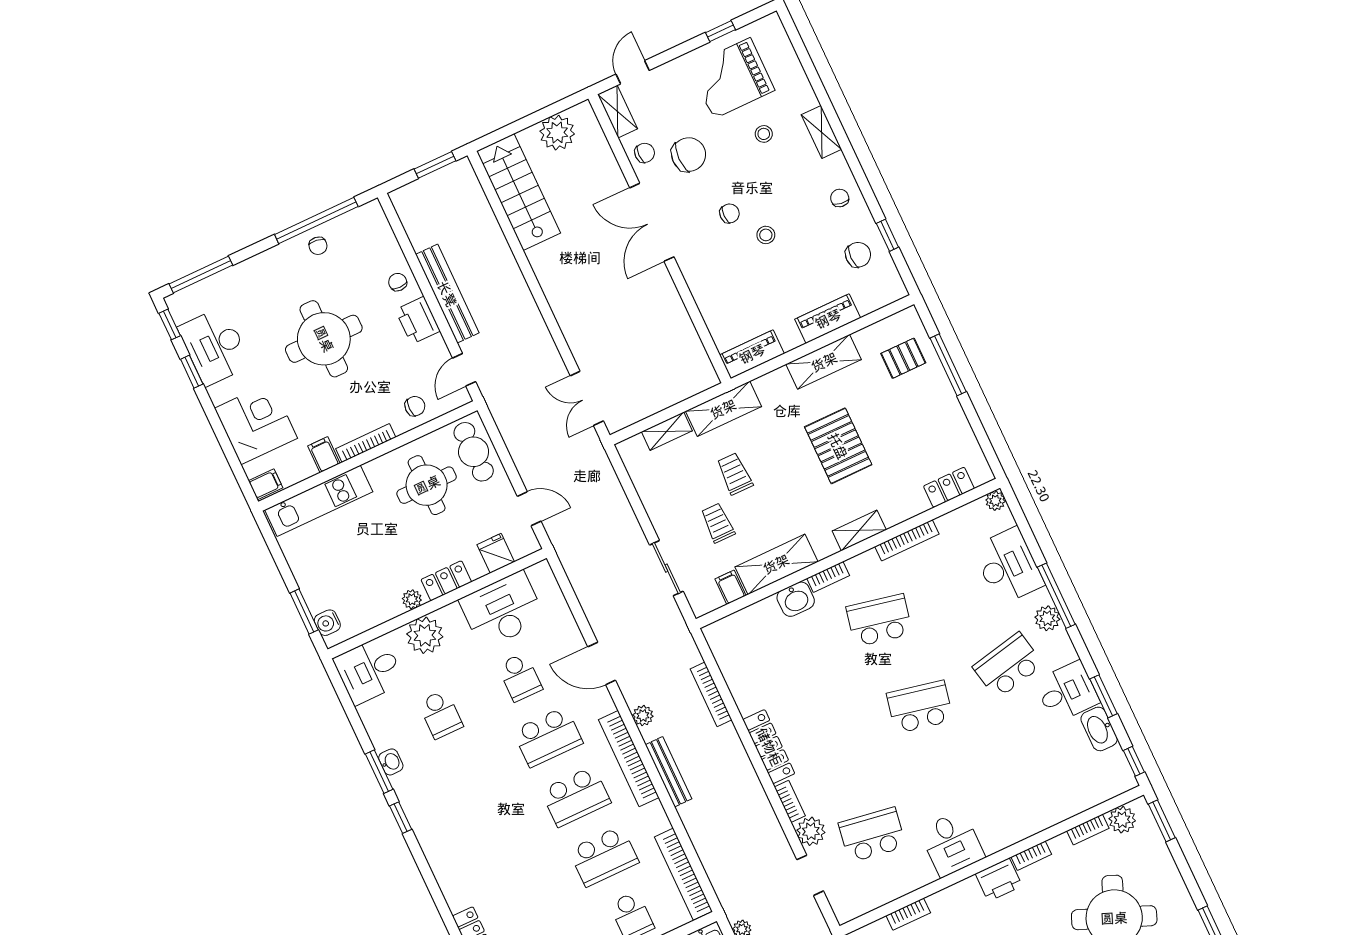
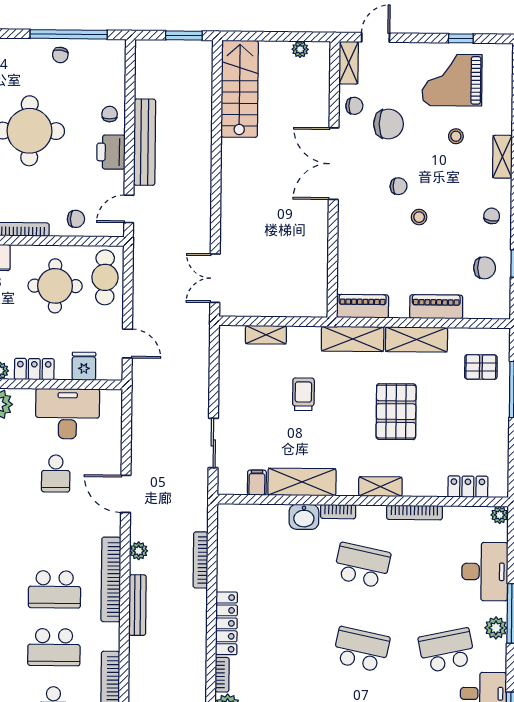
plant: (557, 133) -> (300, 49), width x0.53, depth x0.53
shelving: (723, 409) -> (353, 339), moved
trolley: (718, 523) -> (271, 427), removed
school desk: (548, 737) -> (55, 531), removed

